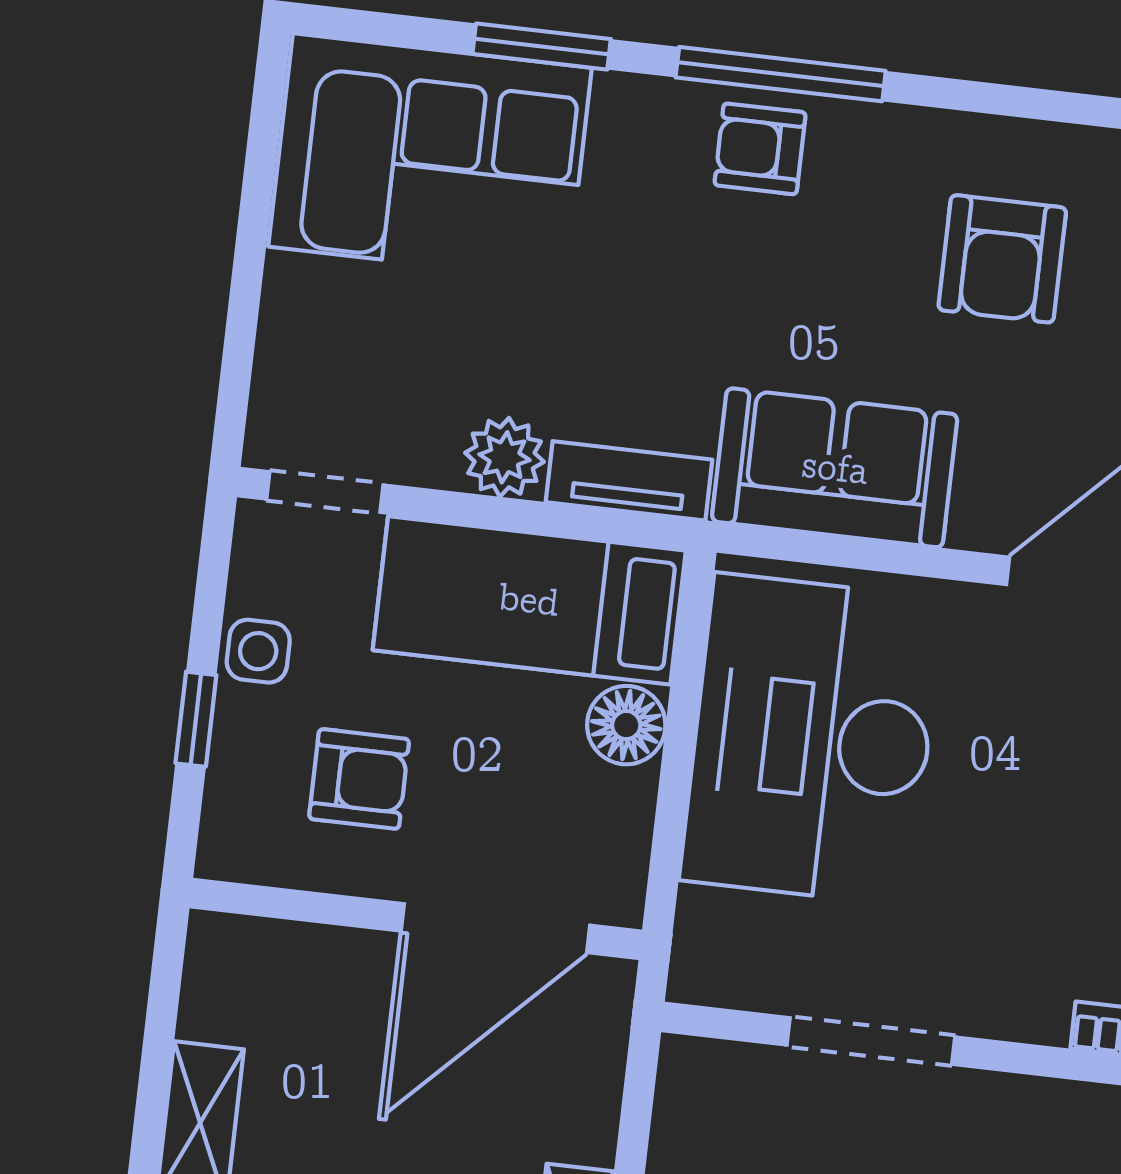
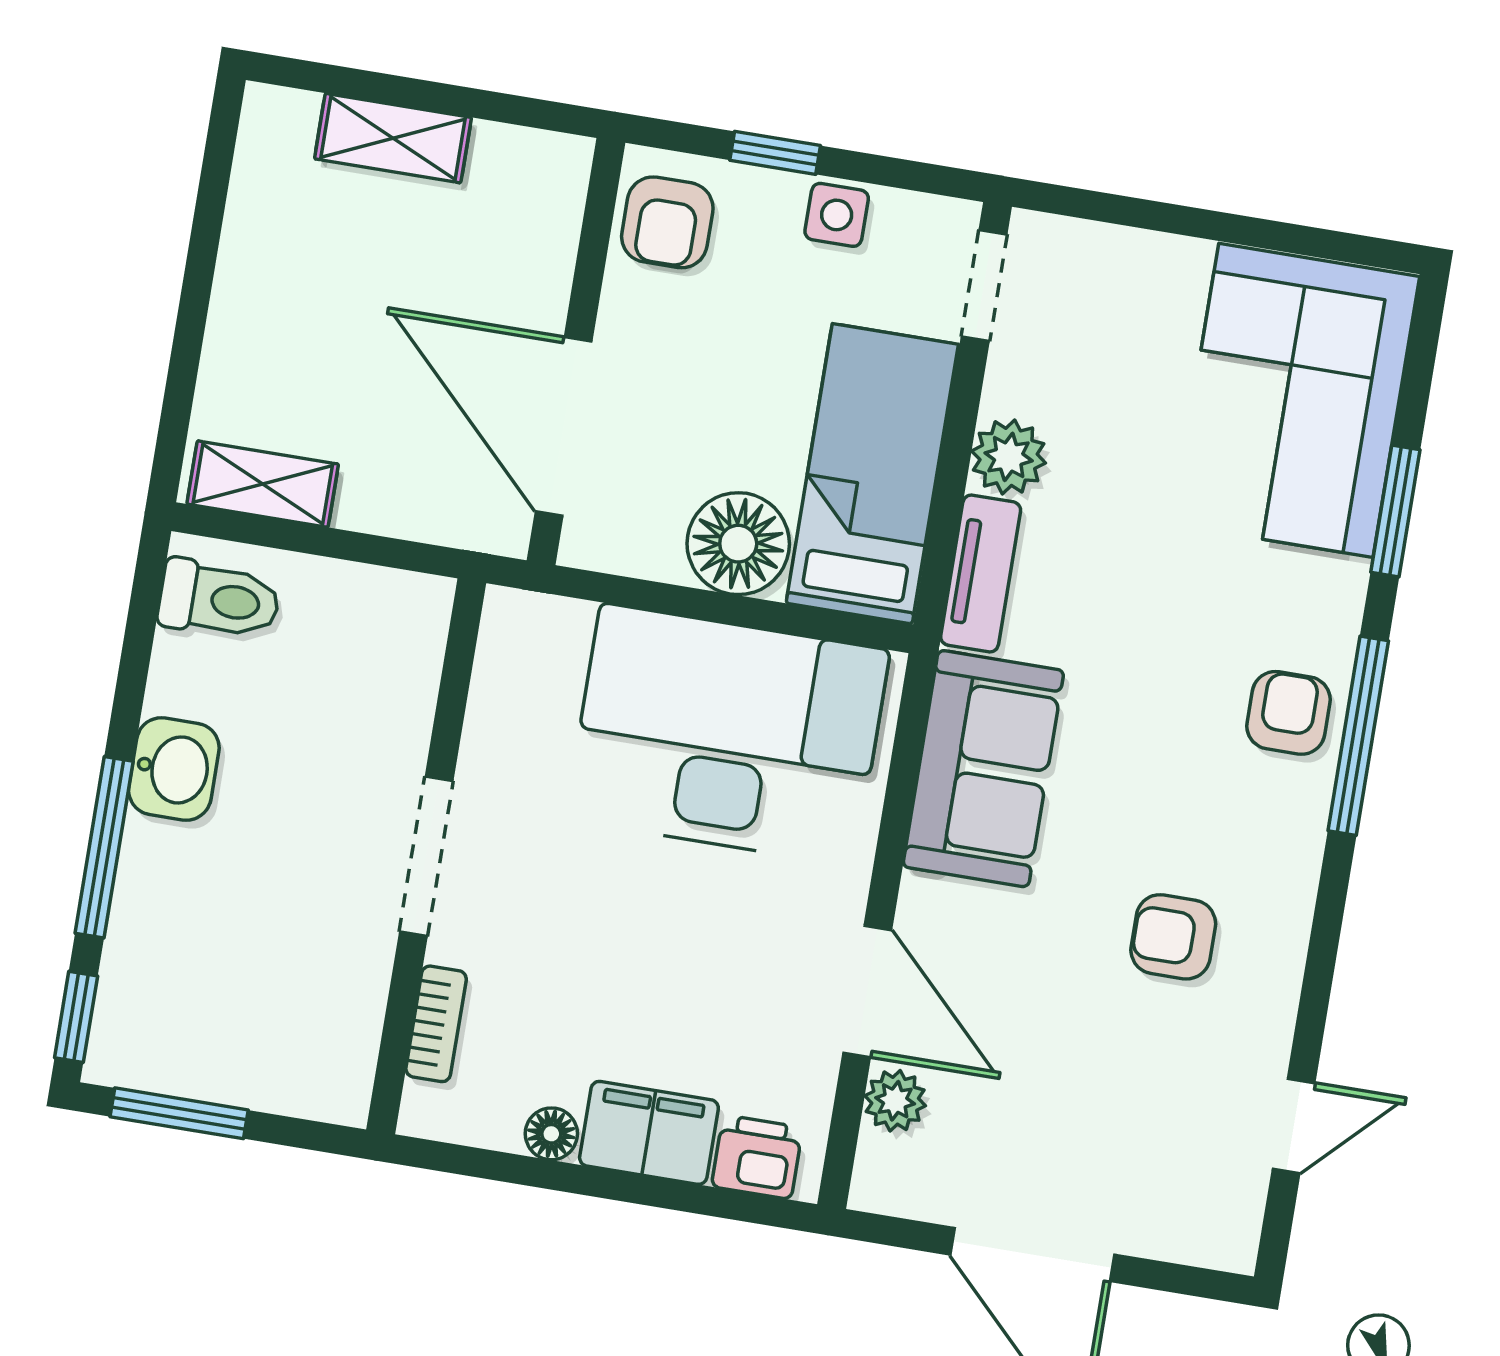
armchair: (1002, 259) -> (1173, 937), width x0.72, depth x0.72
floor lamp: (626, 725) -> (738, 544), width x1.38, depth x1.38
armchair: (359, 779) -> (667, 222), moved
doorway: (871, 1041) -> (426, 856), moved

